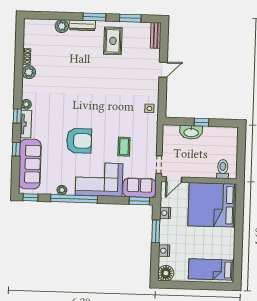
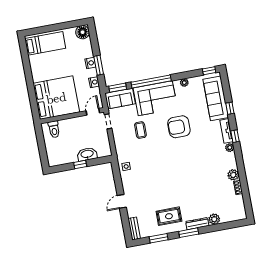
rug: (113, 41) -> (169, 216), turned 90
window: (74, 199) -> (151, 81), moved
nightstand: (164, 251) -> (90, 63), moved

